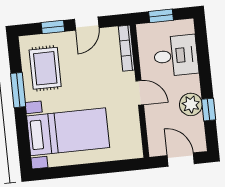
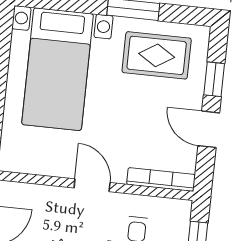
door: (140, 93) -> (92, 185), swing flipped

